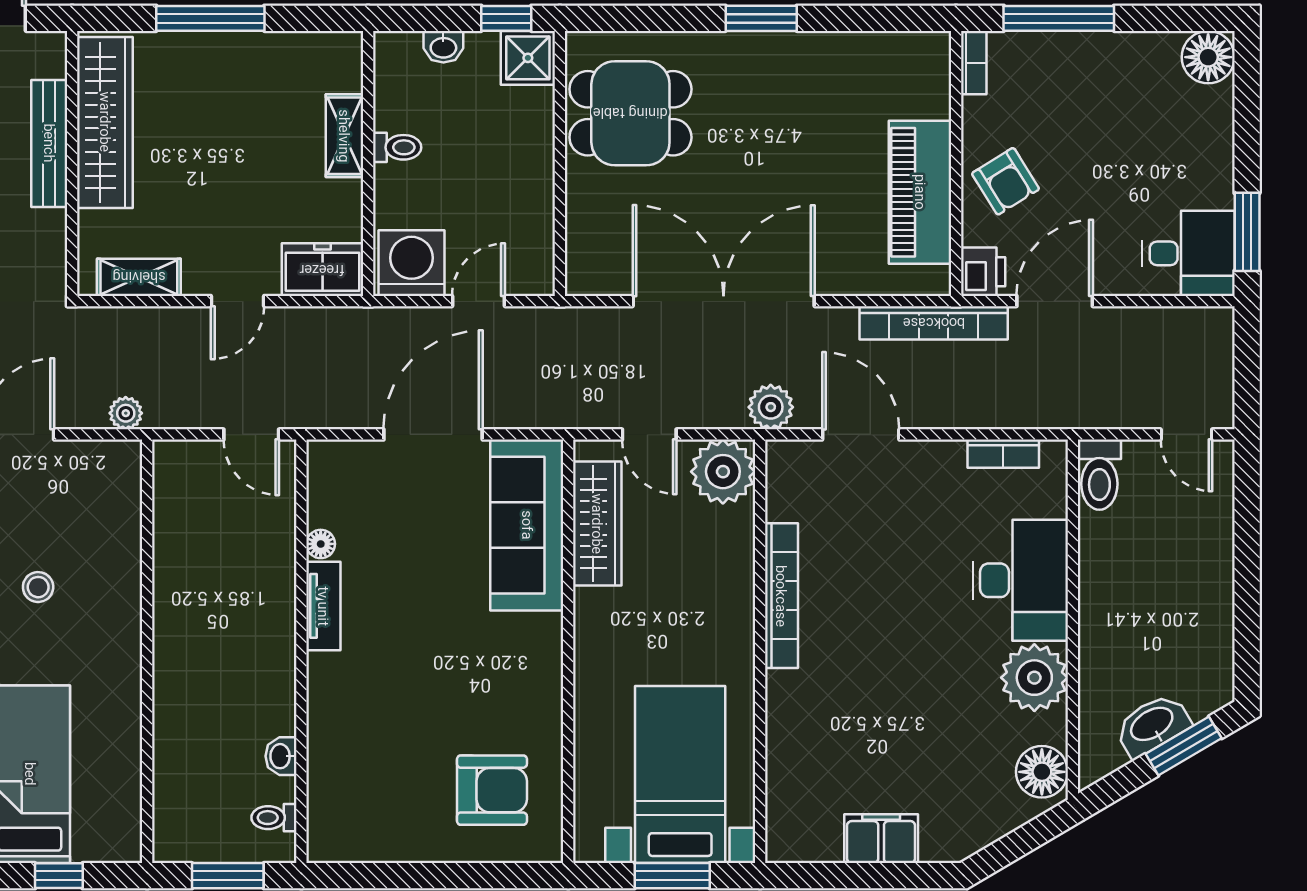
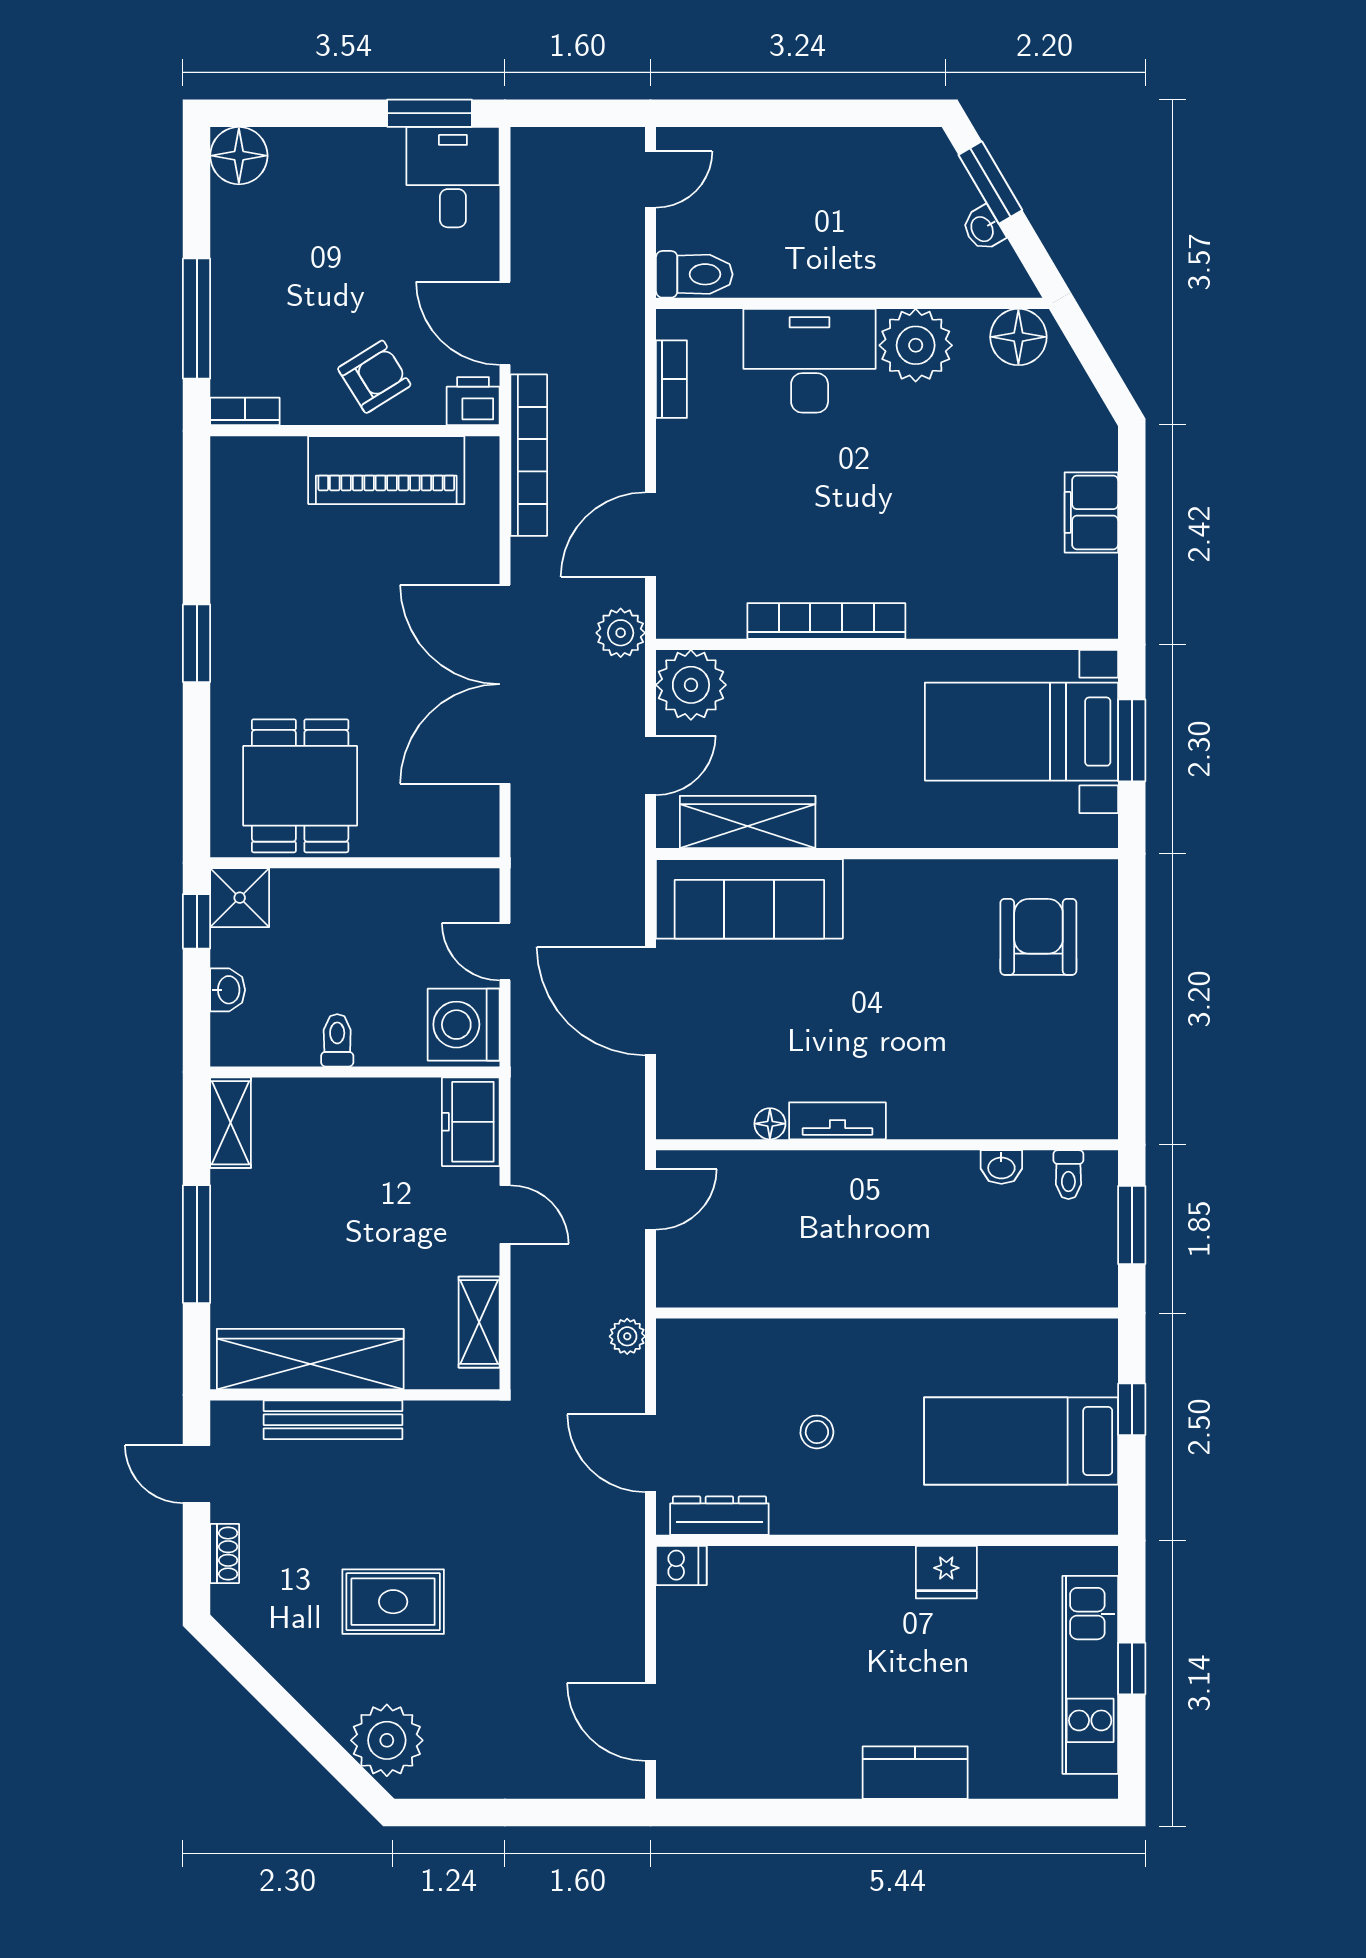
shelving: (344, 136) -> (231, 1123), moved, turned 90
washbasin: (1152, 725) -> (983, 229), width x0.52, depth x0.69

